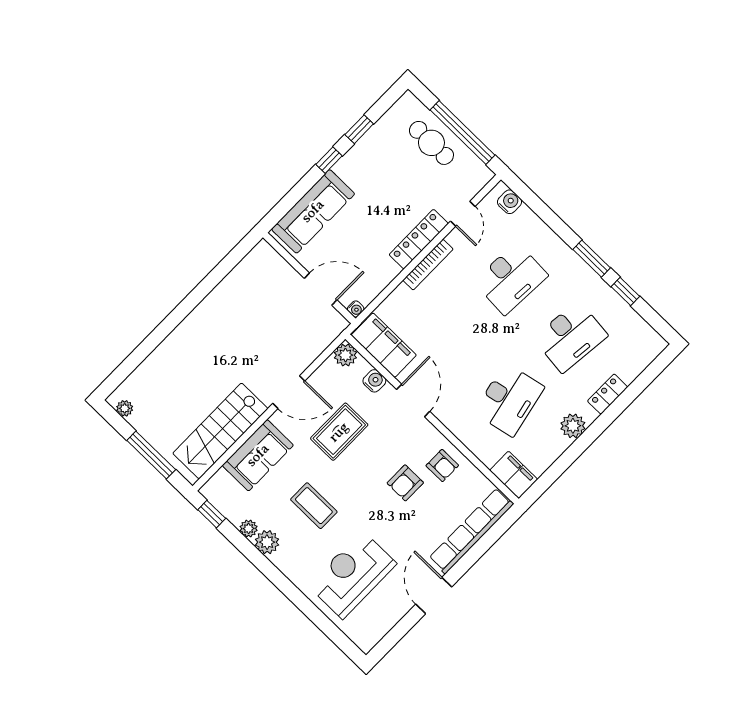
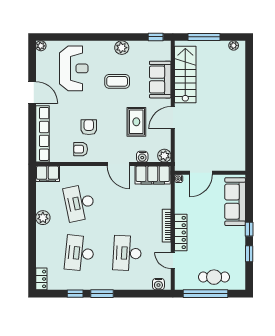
locker: (608, 394) -> (41, 279), moved
plant: (249, 529) -> (41, 46), moved

